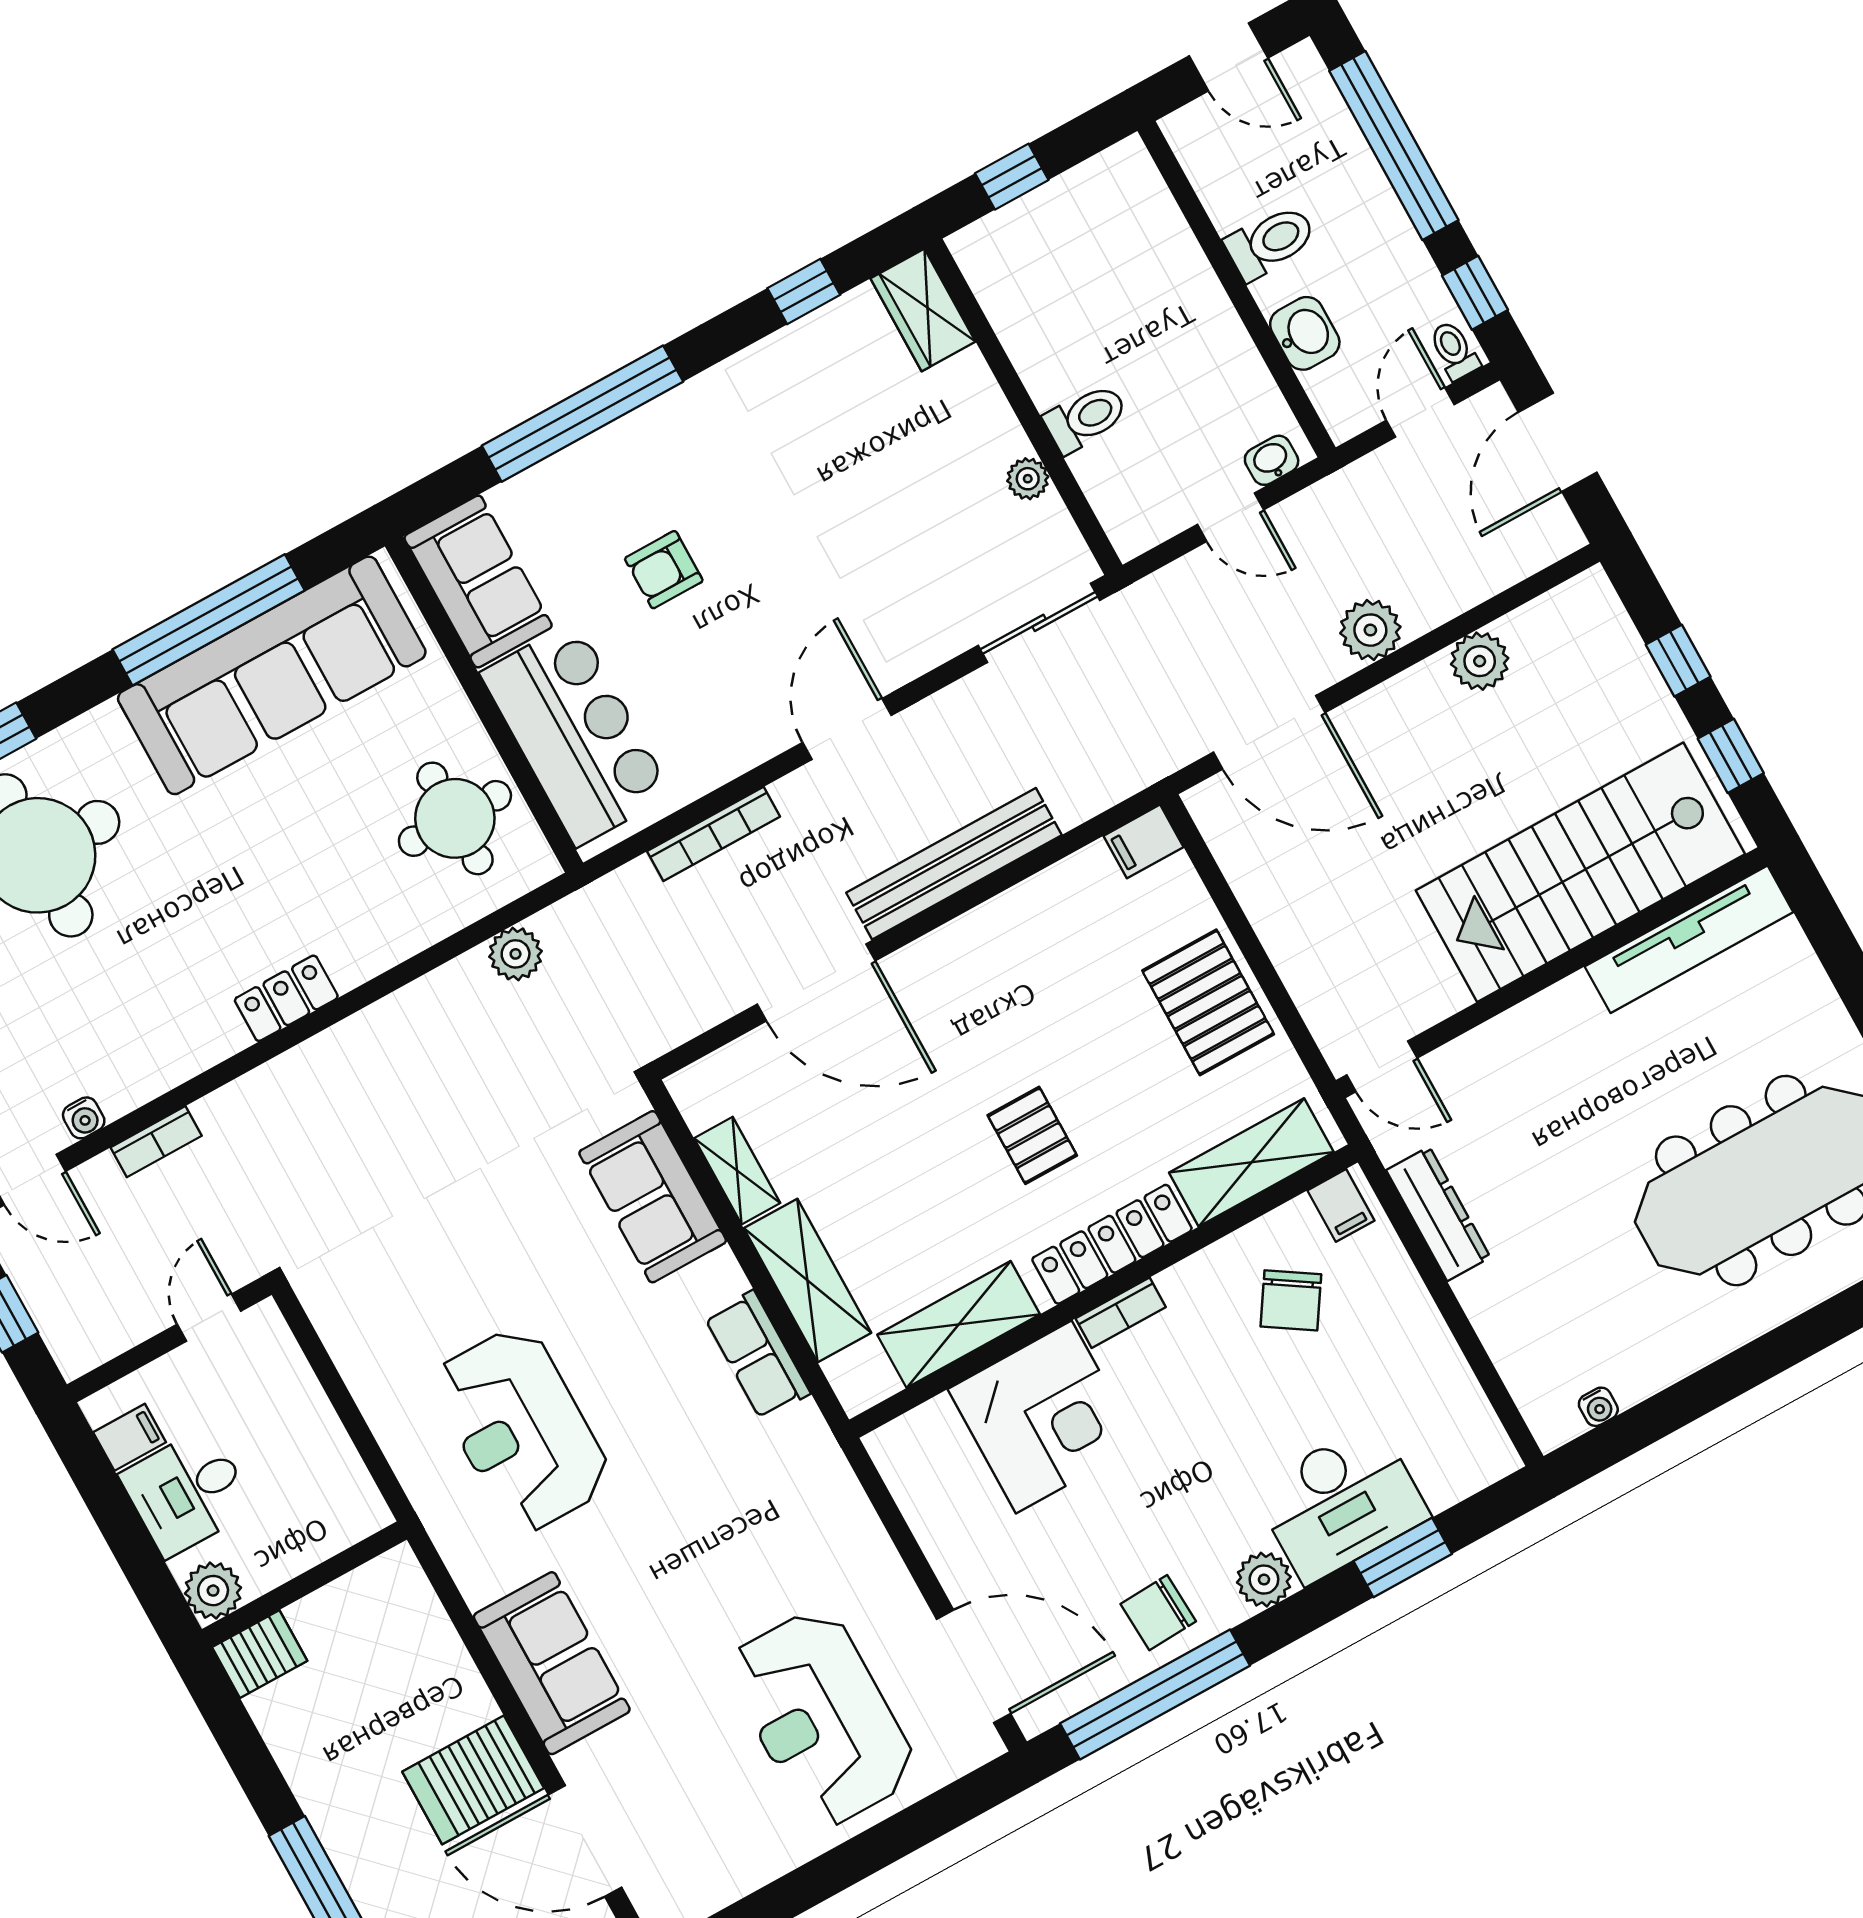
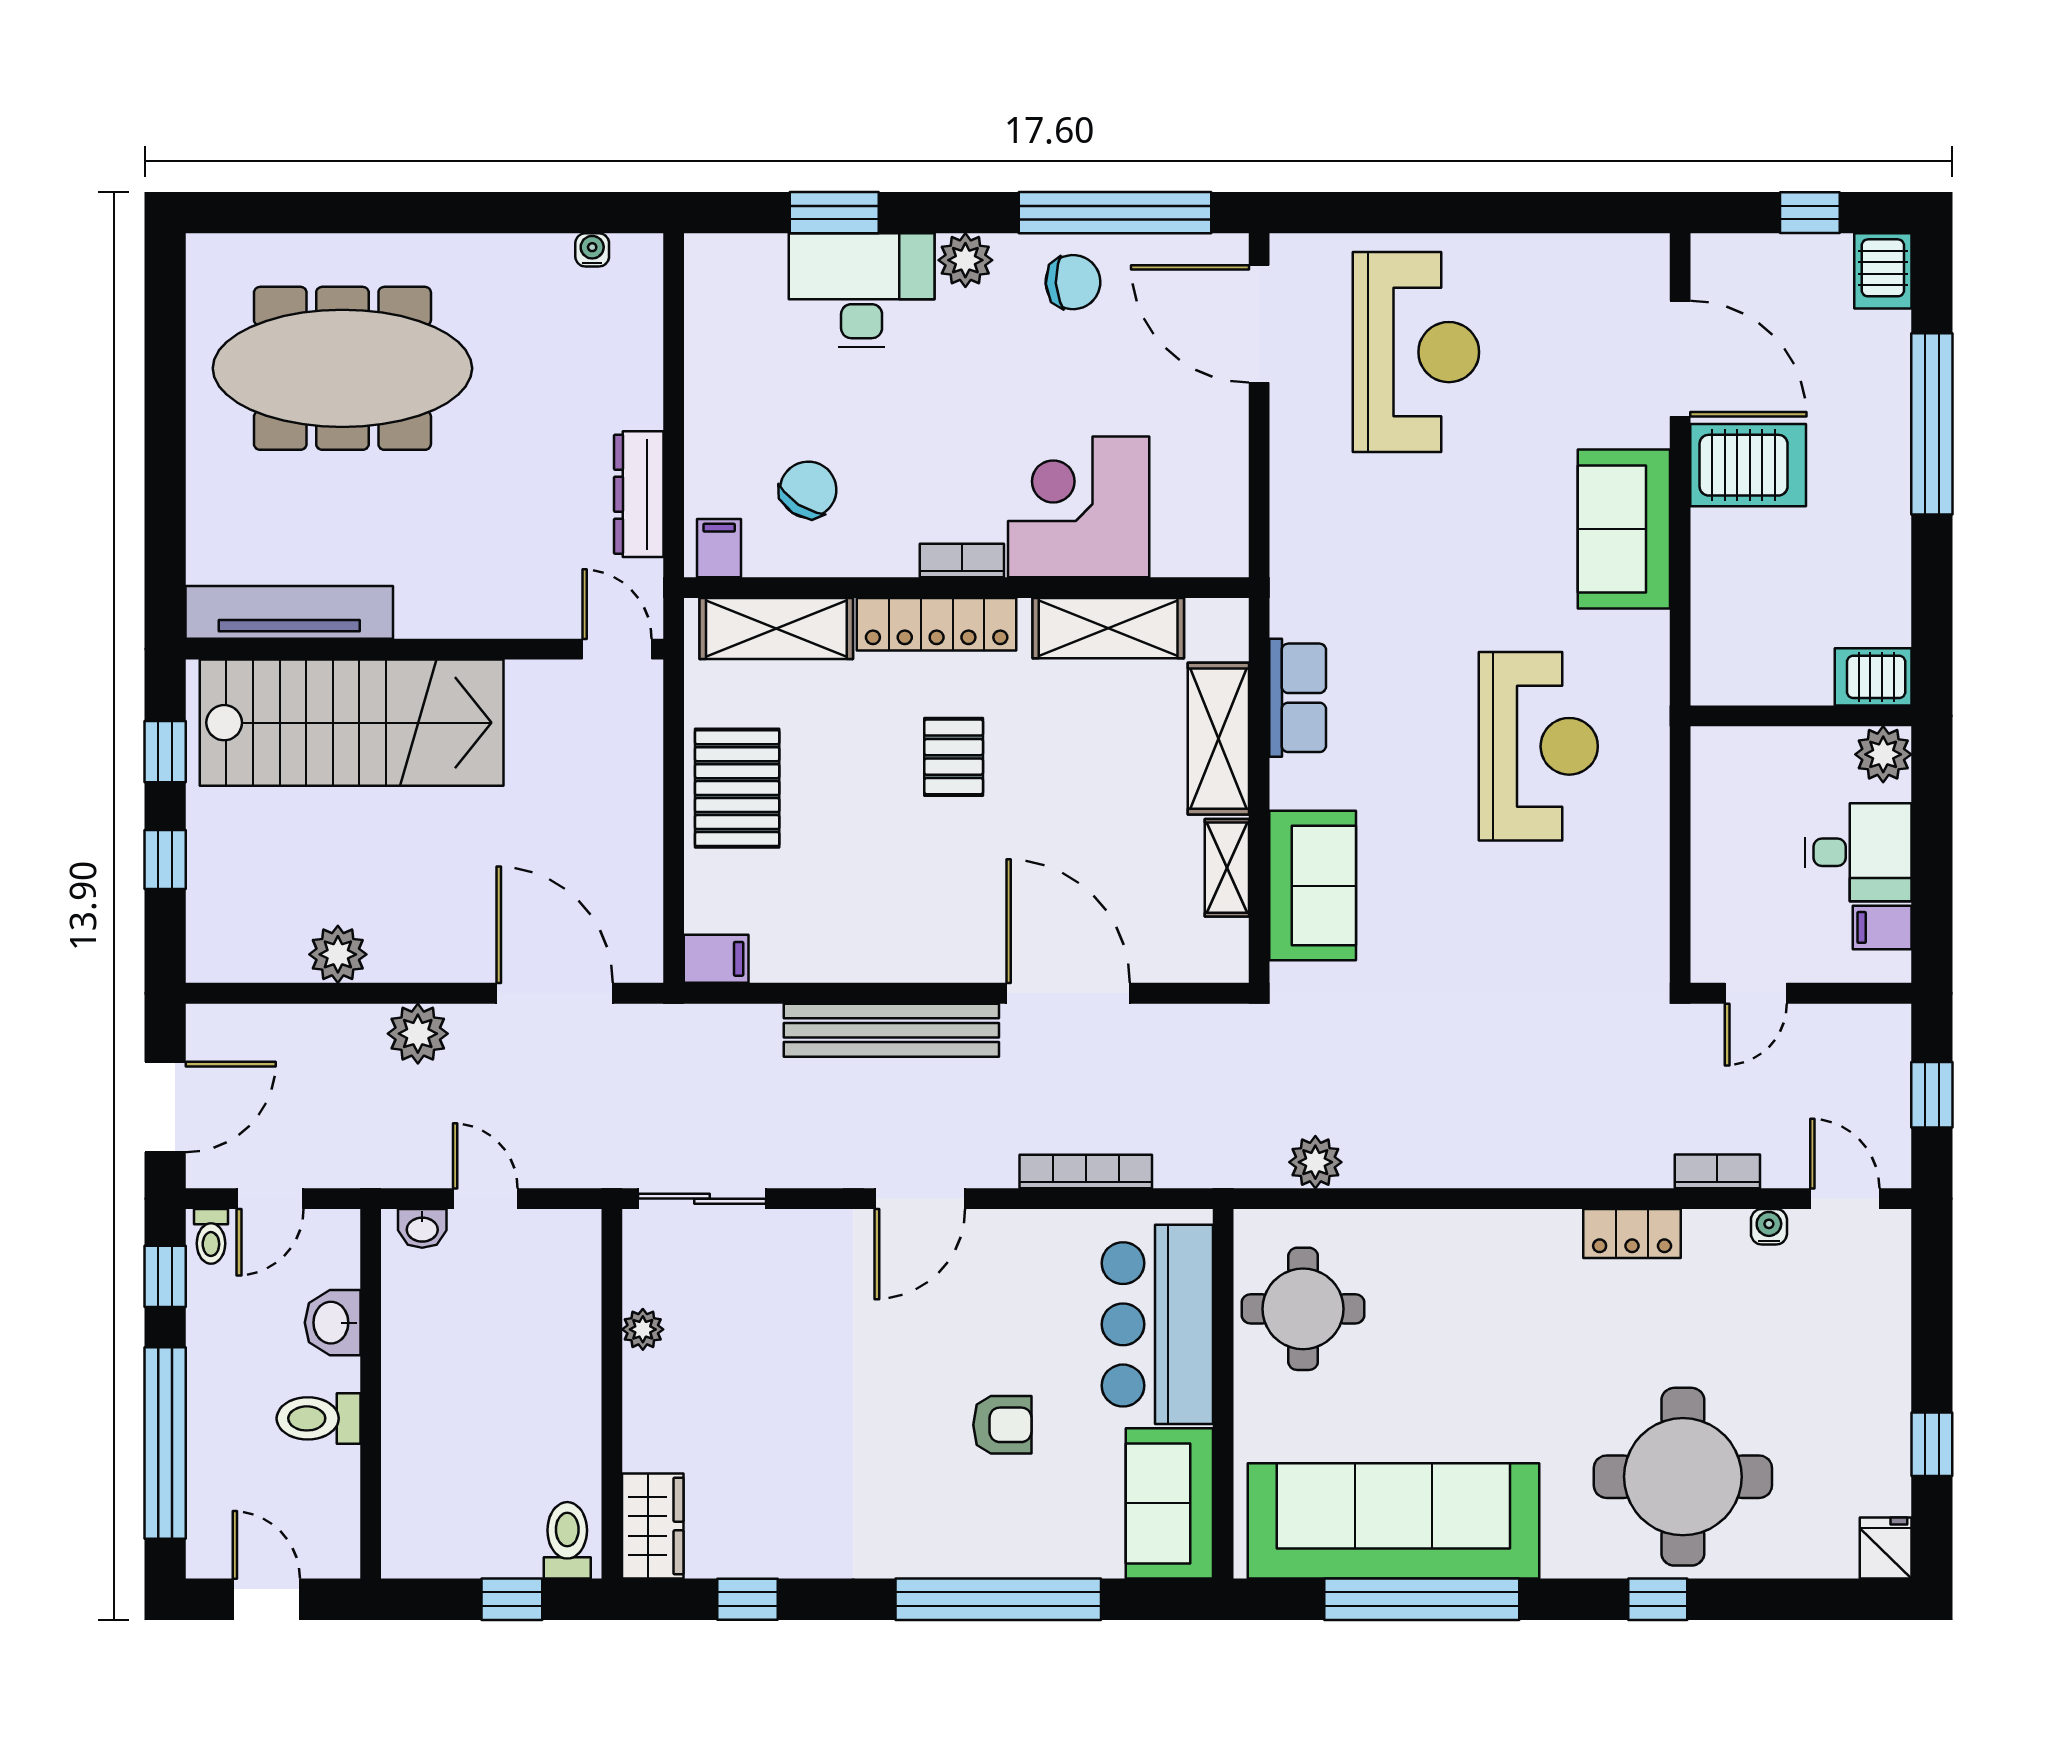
toilet: (1086, 418) -> (567, 1540), moved, turned 90
locker: (286, 998) -> (1632, 1234), moved

